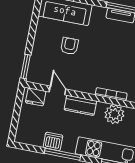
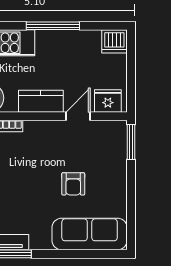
door: (58, 91) -> (78, 116), swing flipped
dishwasher: (53, 141) -> (114, 41), moved

